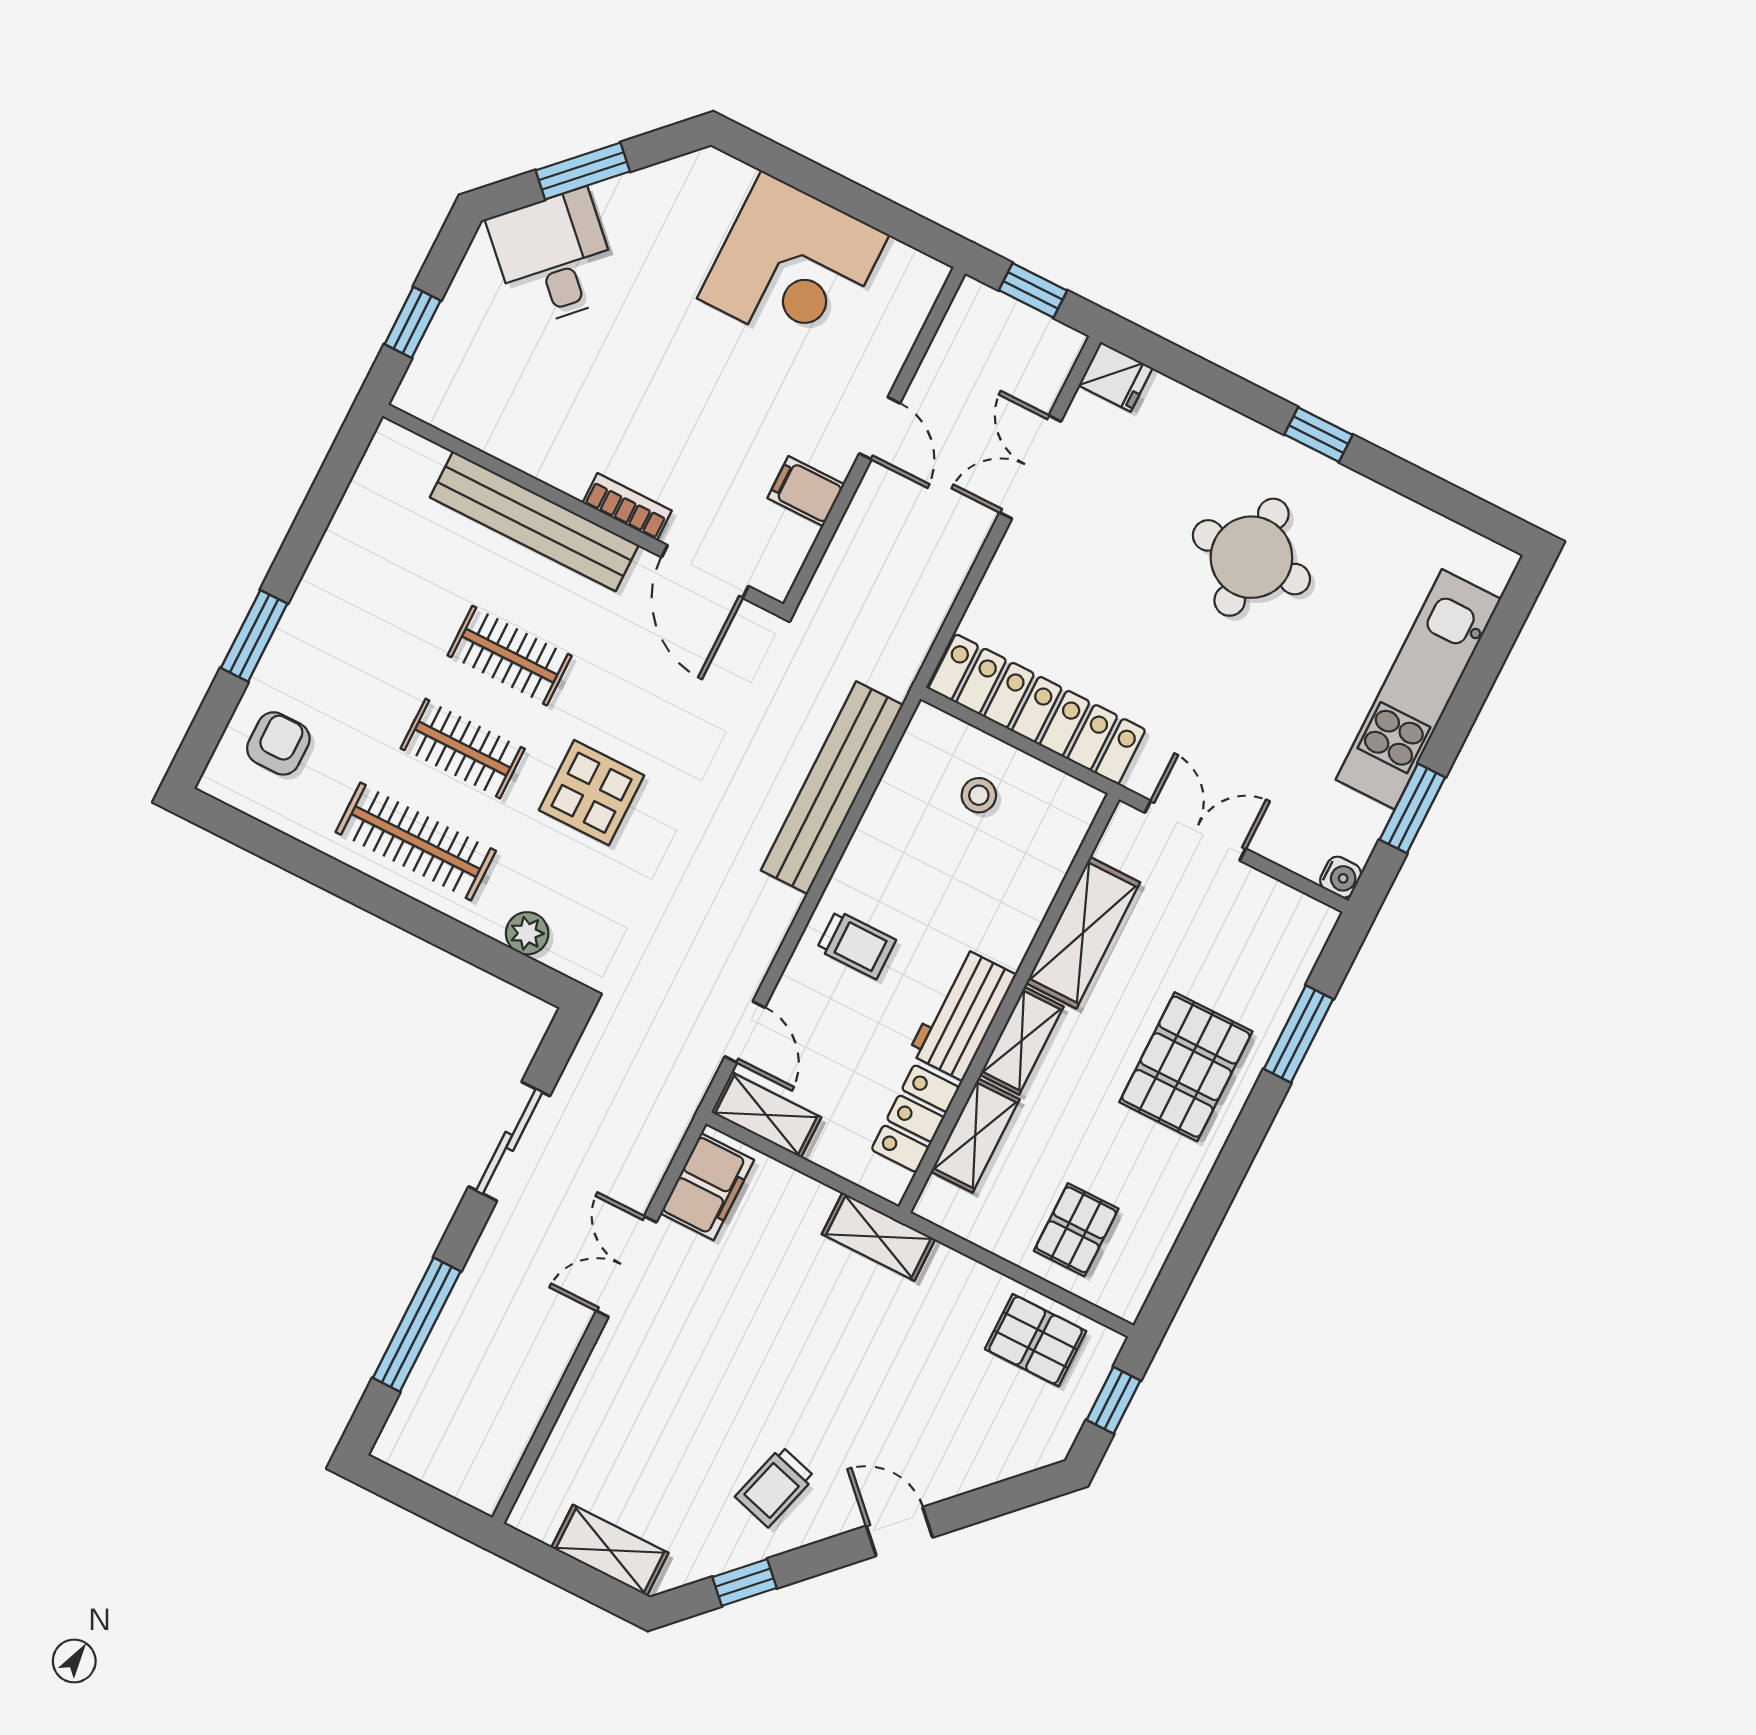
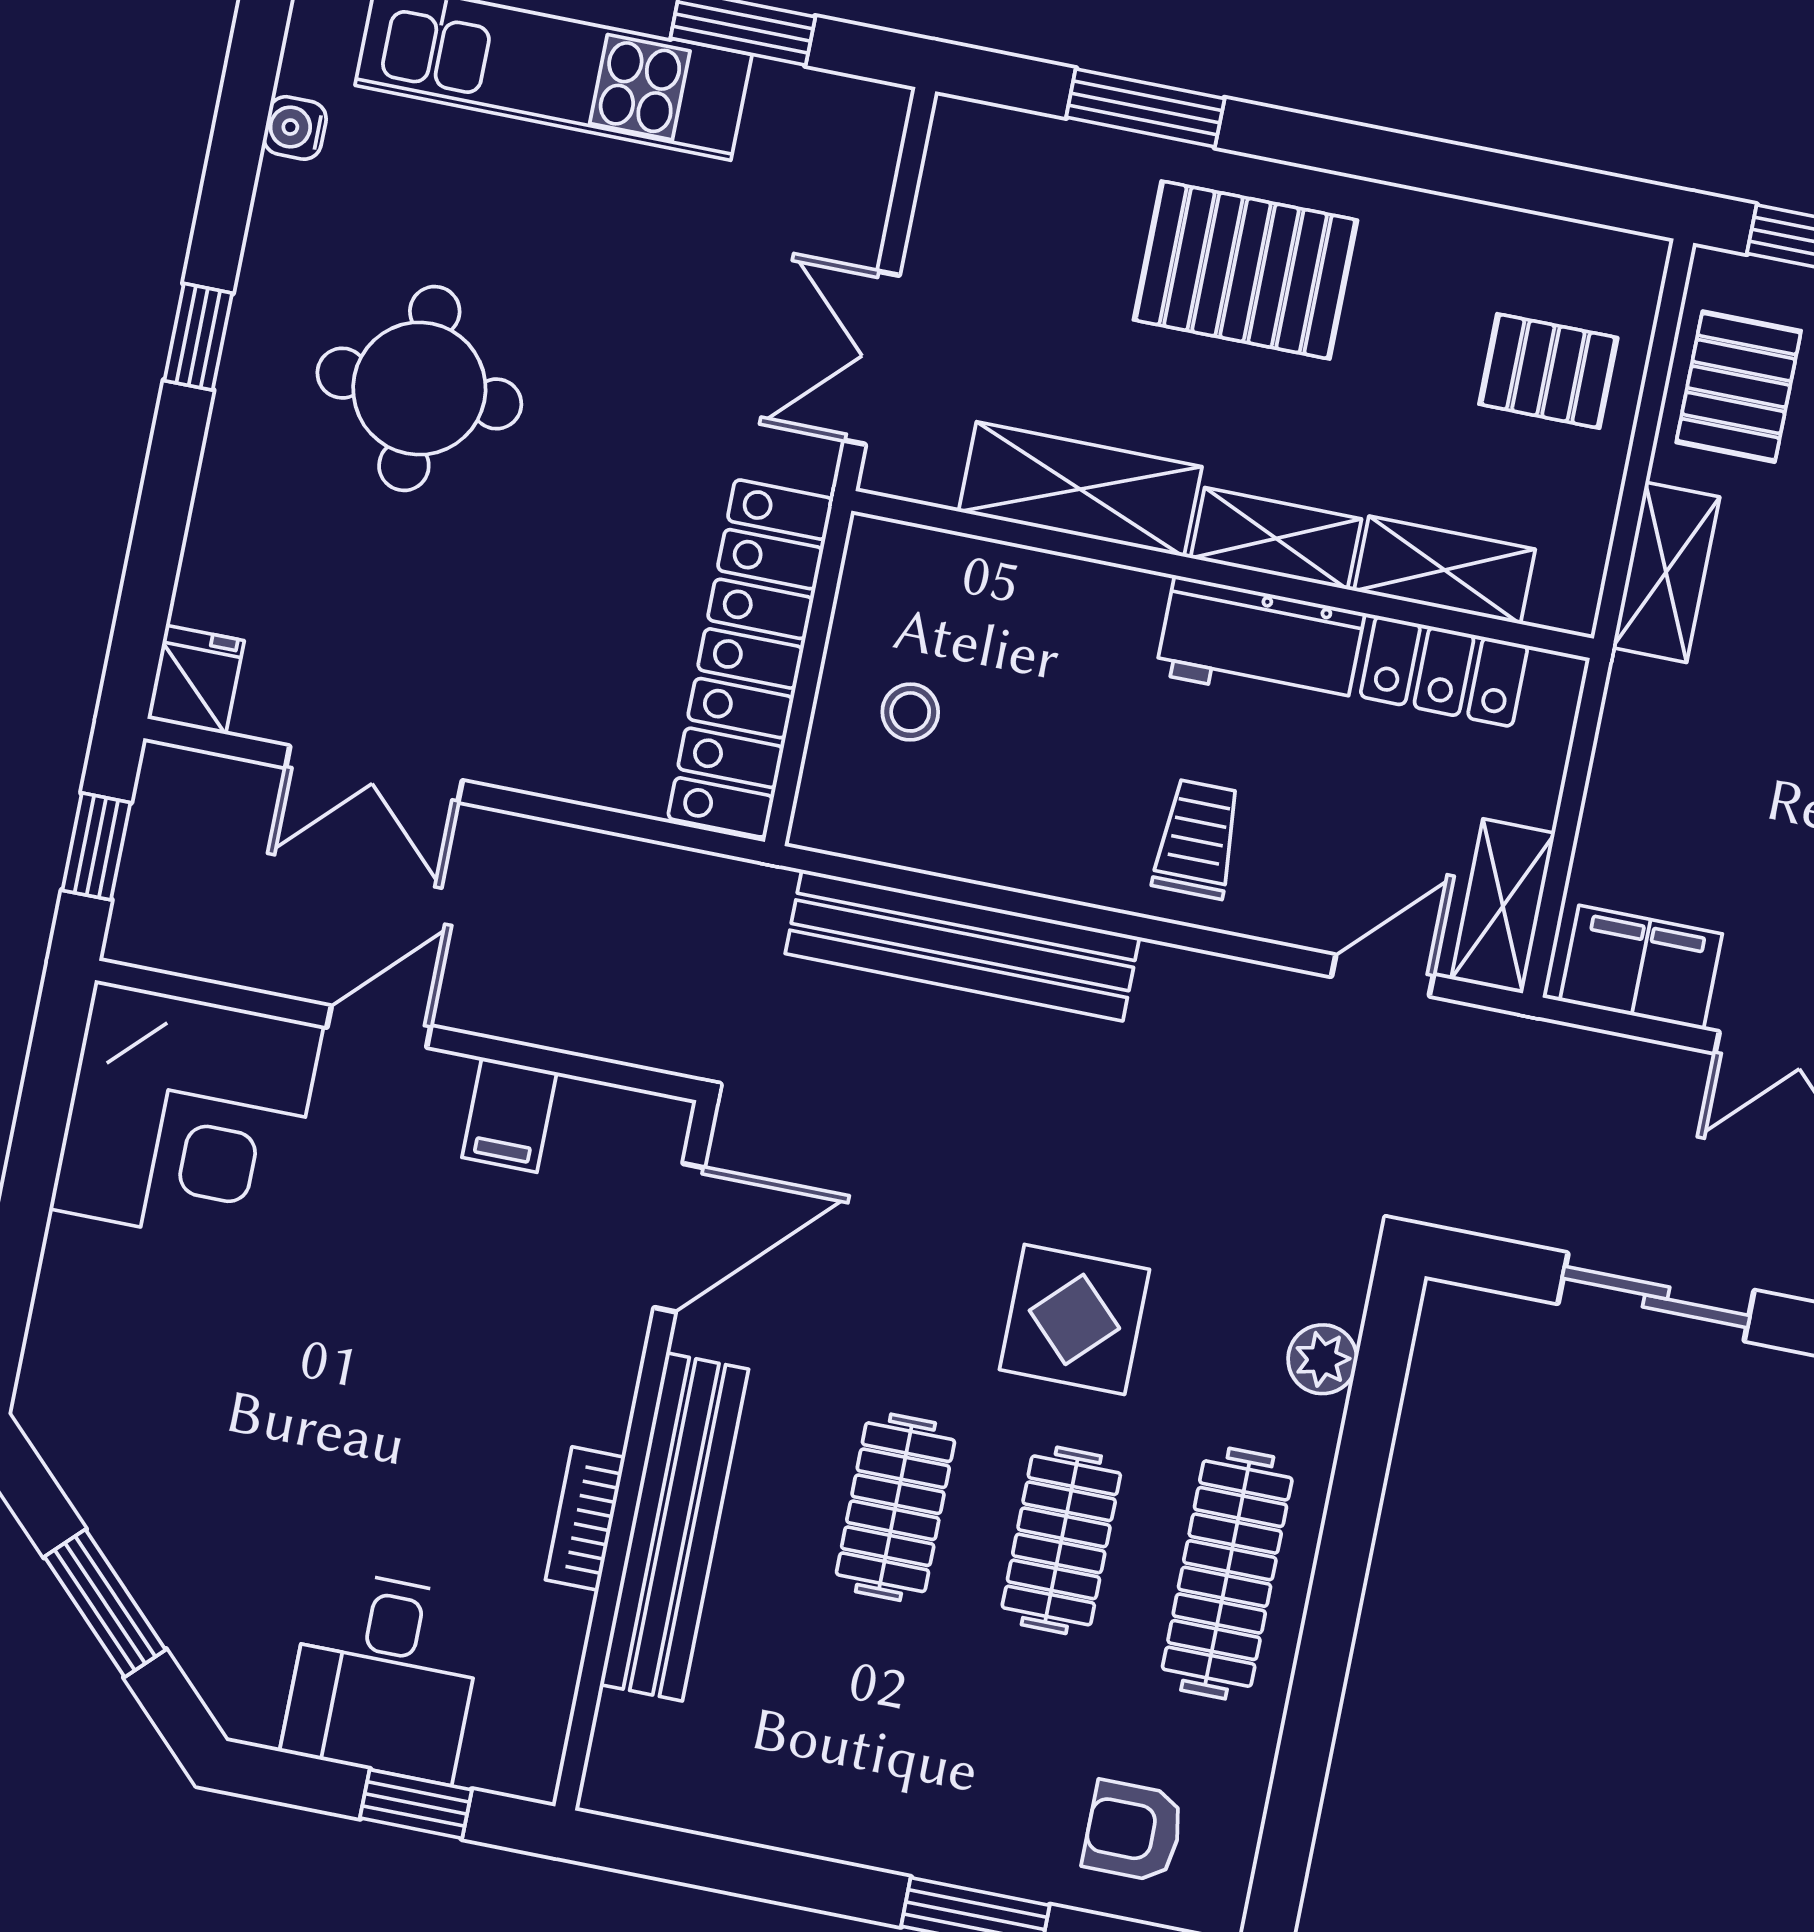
desk: (554, 258) -> (384, 1676), moved, turned -45
corner desk: (793, 267) -> (186, 1117), moved, turned 90
bookcase: (627, 507) -> (585, 1519), moved
water cooler: (1341, 877) -> (295, 128), moved, turned -90
shelving: (878, 1237) -> (1666, 572), moved

